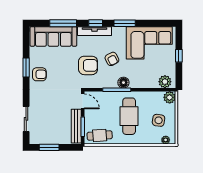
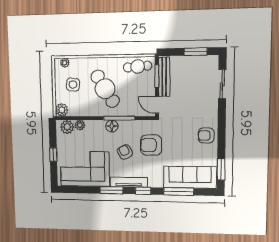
tv unit: (95, 31) -> (129, 182), moved
window: (26, 67) -> (221, 169), moved
plant: (153, 83) -> (80, 125), added
cafe table: (129, 116) -> (105, 89), turned -31

